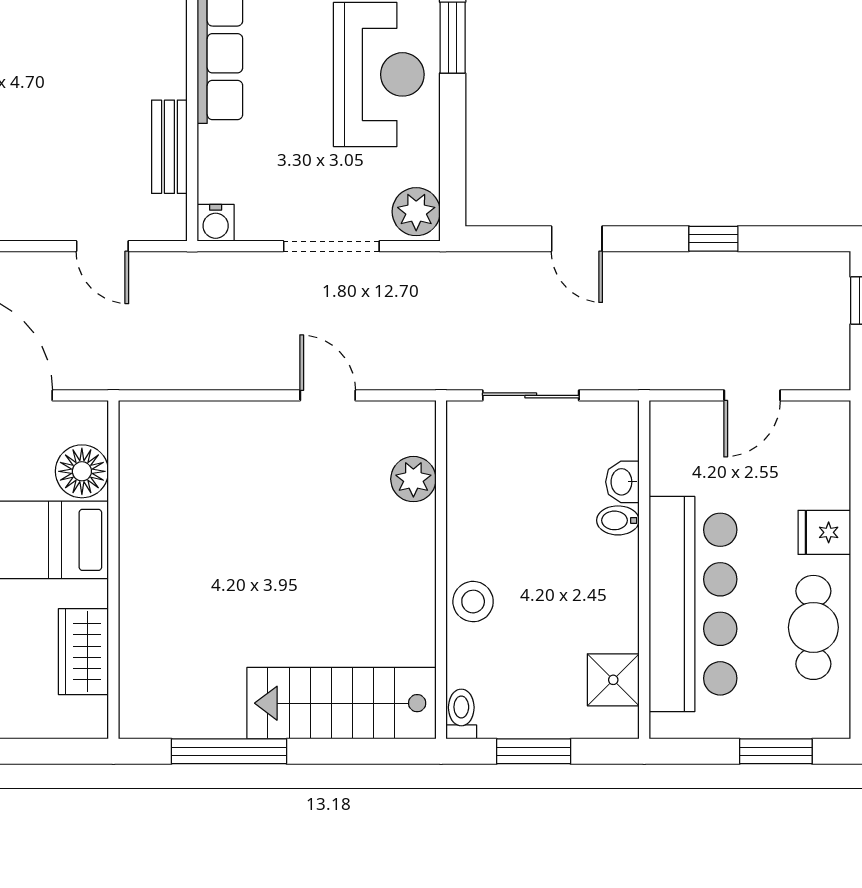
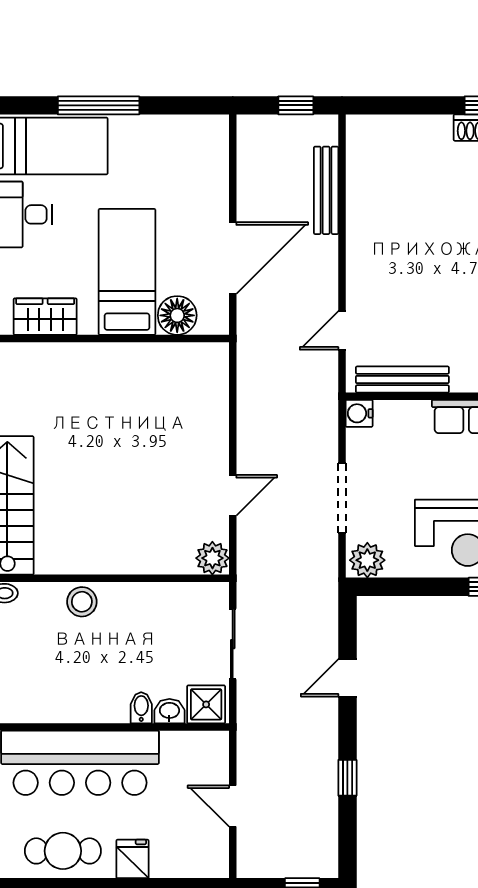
bench: (169, 147) -> (402, 379), width x1.36
plant: (413, 479) -> (212, 558), moved
shower: (613, 680) -> (206, 704), moved

